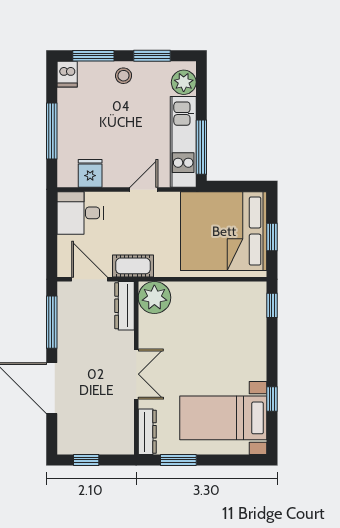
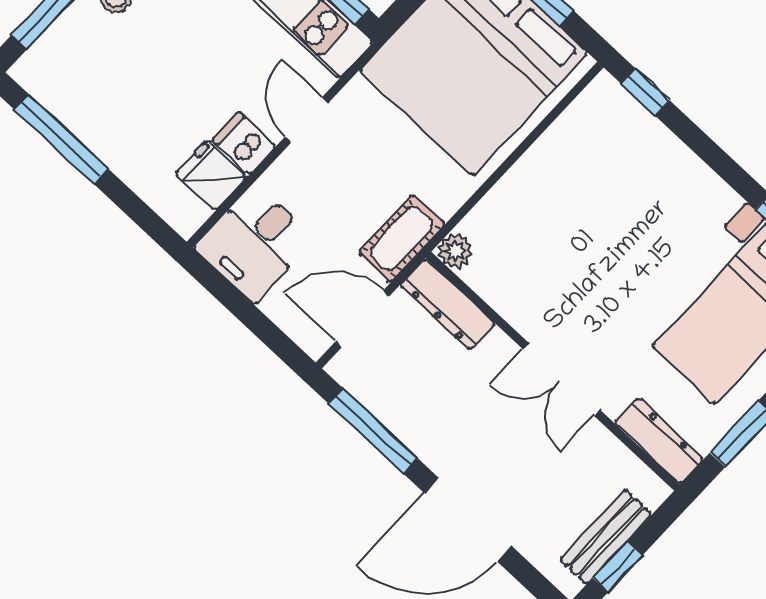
dishwasher: (67, 74) -> (244, 143), moved, turned 180
window: (52, 131) -> (62, 139), moved
plant: (154, 298) -> (455, 251), width x0.53, depth x0.53
double door: (136, 374) -> (561, 379), swing flipped
bench: (93, 445) -> (606, 537), added

